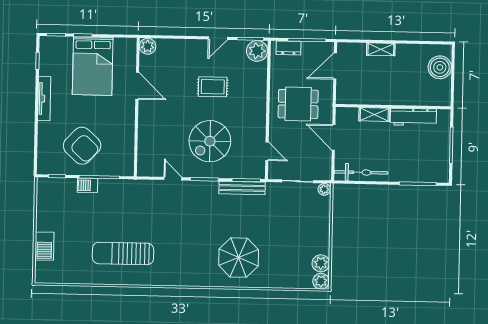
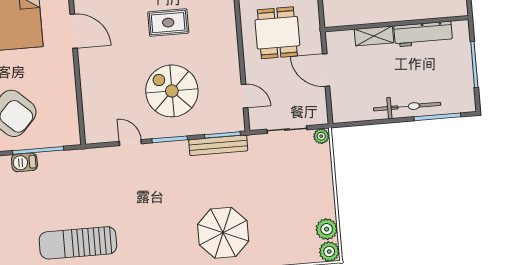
dining table: (298, 104) -> (277, 33), turned 90
spiral stairs: (210, 141) -> (172, 91), turned 90
bicycle: (361, 172) -> (407, 107), moved

